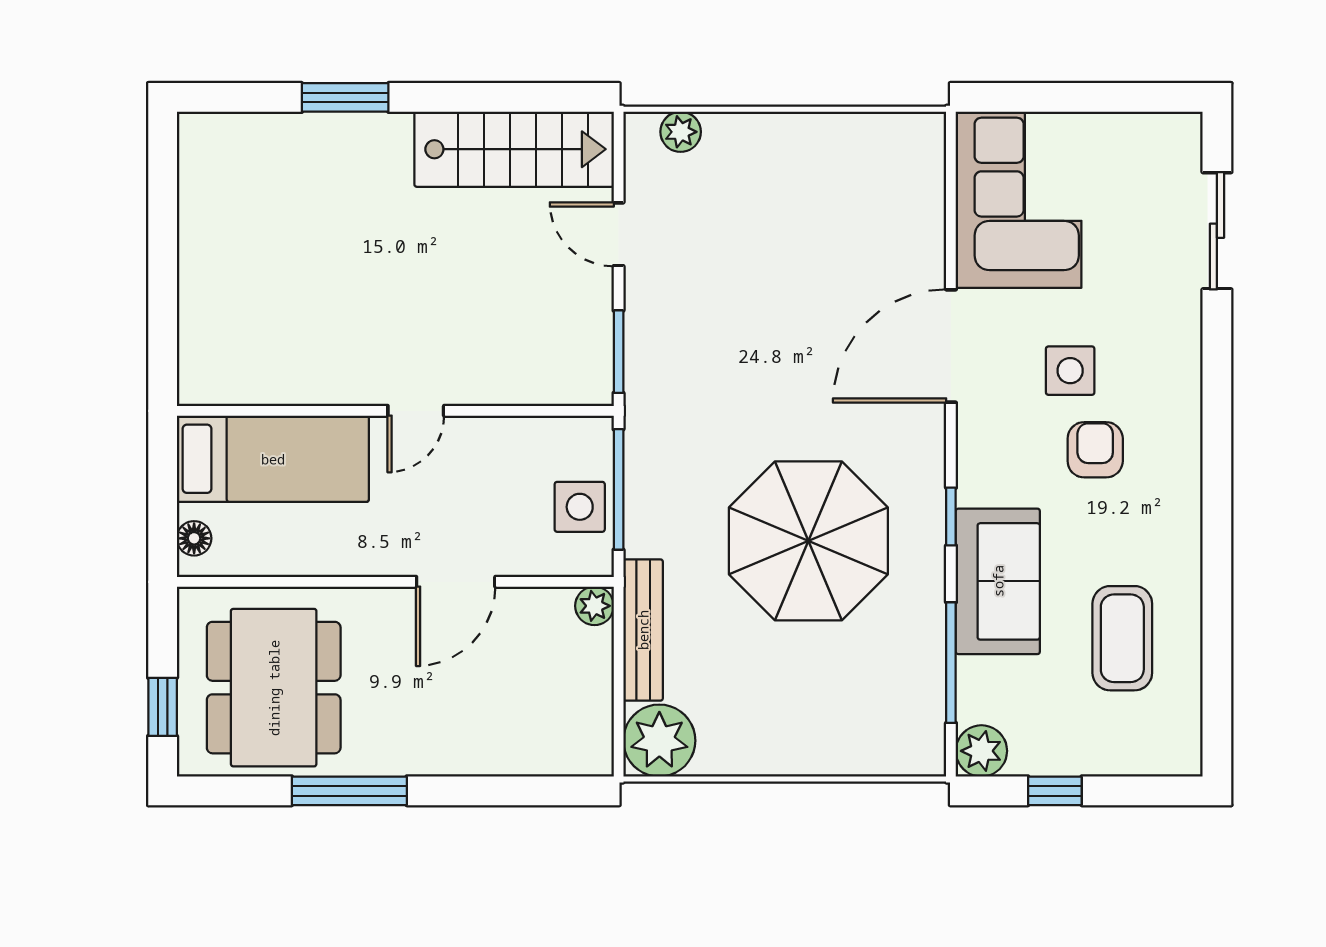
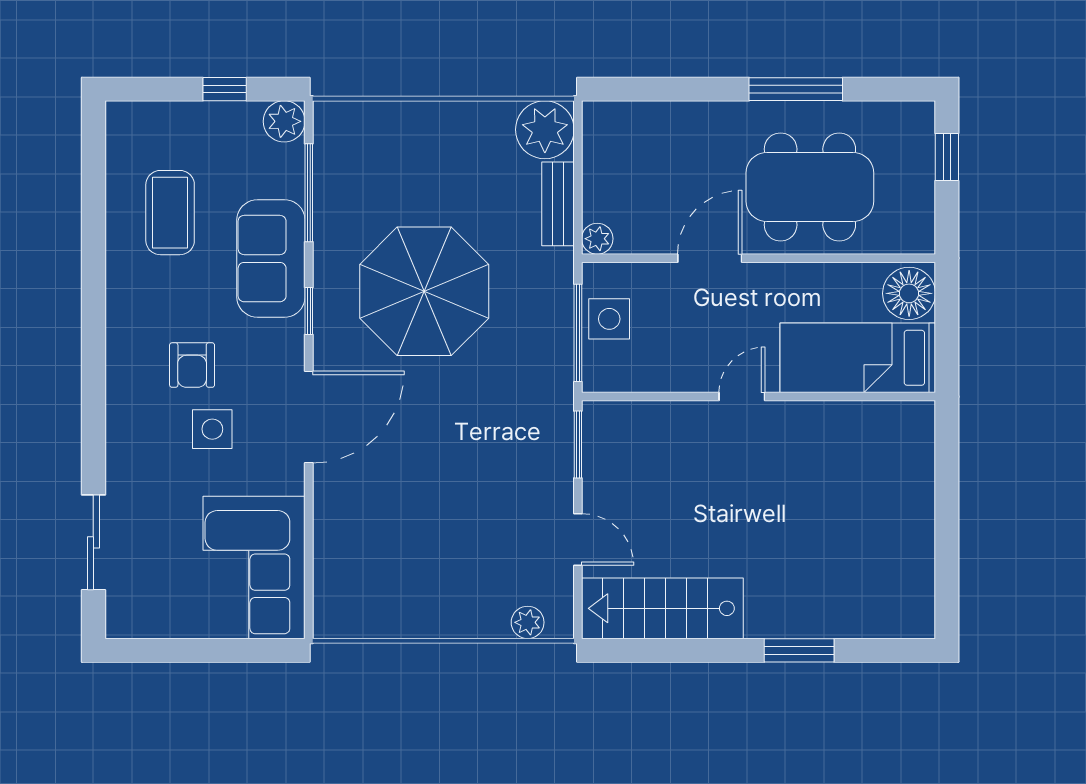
door: (951, 346) -> (309, 417), moved
floor lamp: (194, 538) -> (909, 293), width x1.89, depth x1.89
bench: (643, 630) -> (558, 204), width x0.73
dining table: (274, 688) -> (810, 187), moved, turned 90

